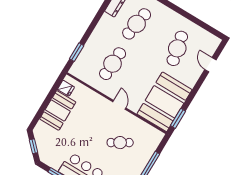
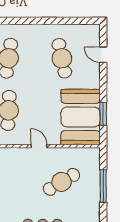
window: (178, 118) -> (103, 114), moved
cafe table: (120, 143) -> (61, 182), width x1.37, depth x1.35

